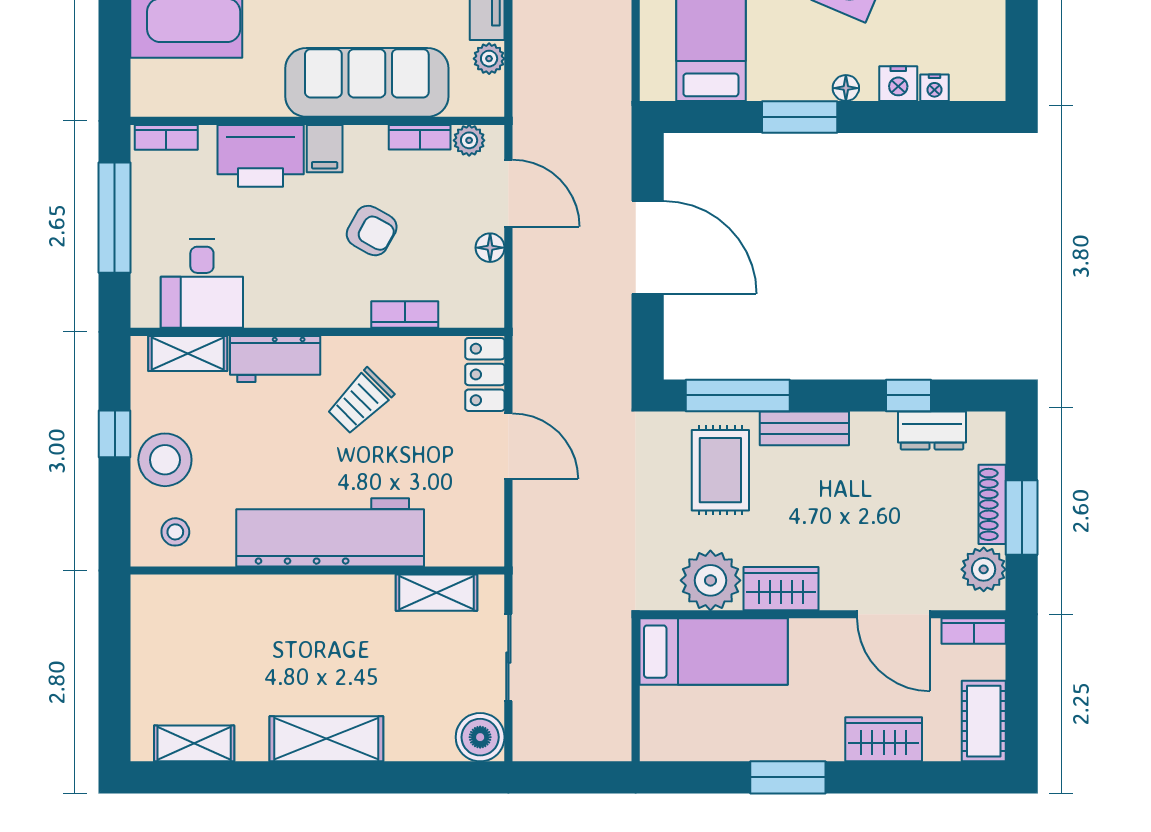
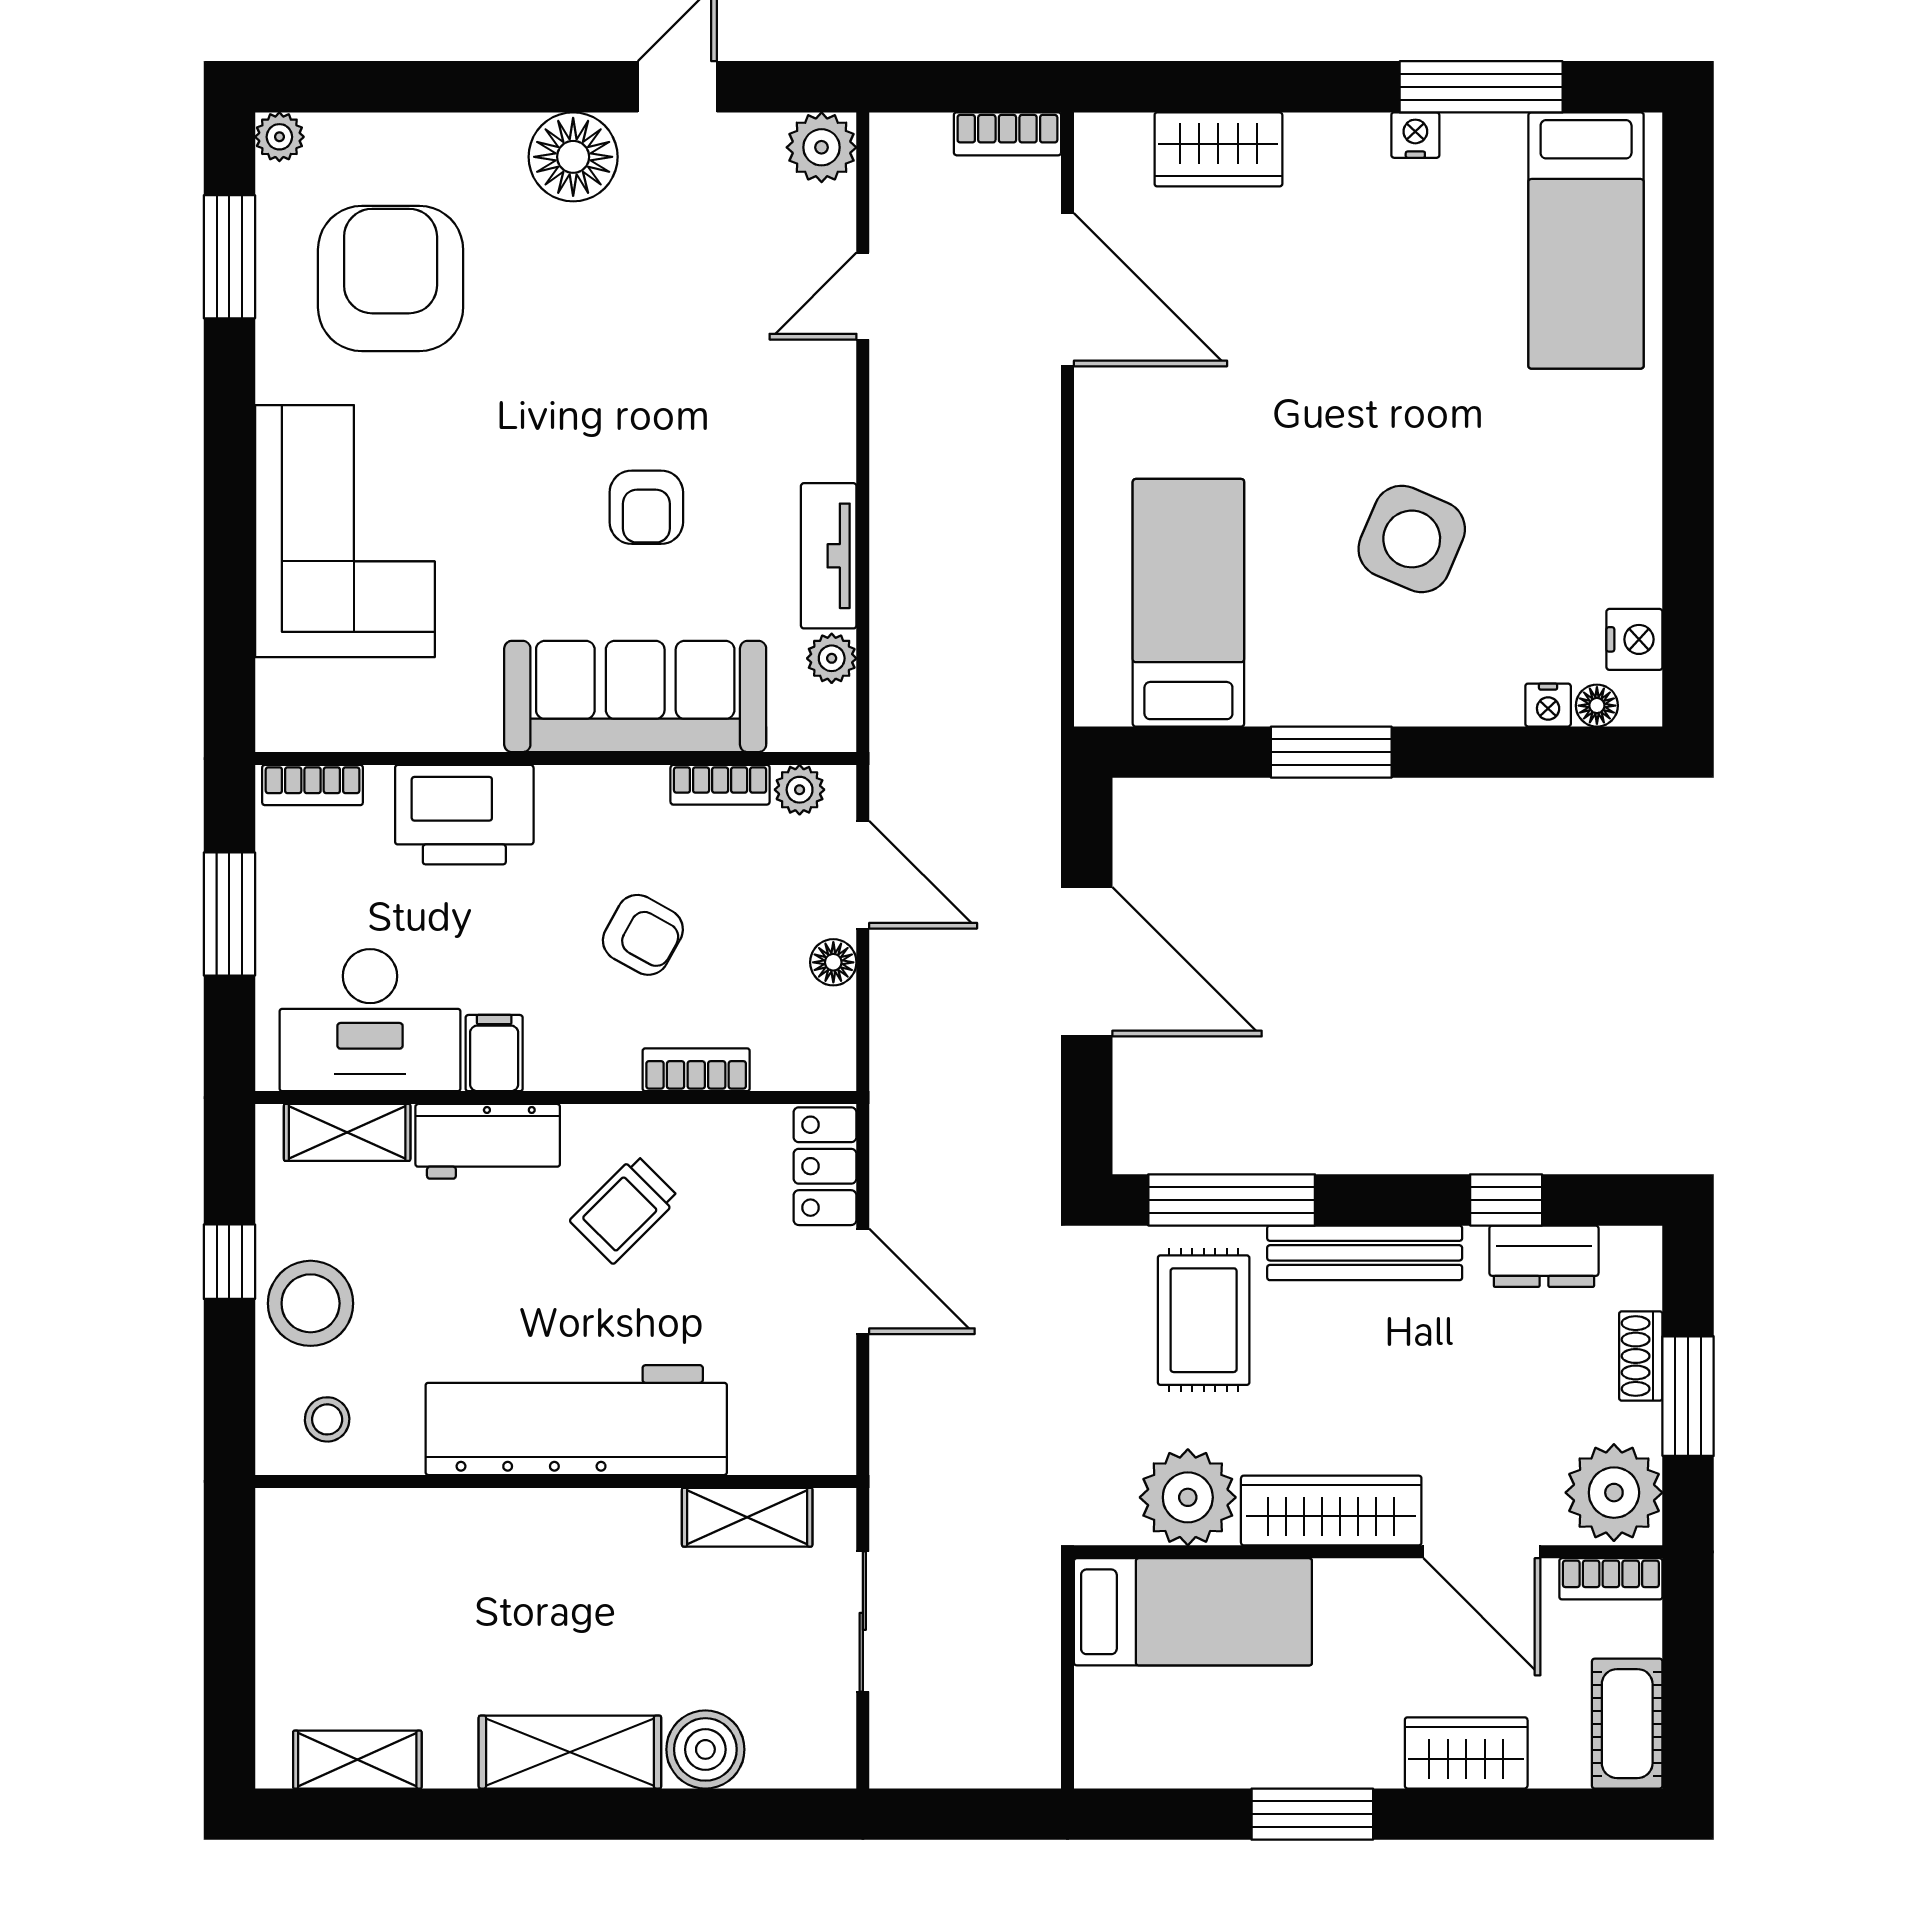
nightstand: (898, 84) -> (1634, 639), moved, turned -90
floor lamp: (846, 88) -> (1597, 706), moved
filing cabinet: (325, 149) -> (494, 1053), moved, turned 180
window: (115, 218) -> (229, 914), width x0.69
desk: (202, 284) -> (370, 1020), width x1.37
bench: (804, 428) -> (1365, 1253), width x1.36
shoe rack: (992, 504) -> (1641, 1356), width x0.70
plant: (984, 569) -> (1614, 1493), width x1.36, depth x1.36
wardrobe: (781, 589) -> (1331, 1511), width x1.50
boiler: (480, 737) -> (705, 1749), moved

